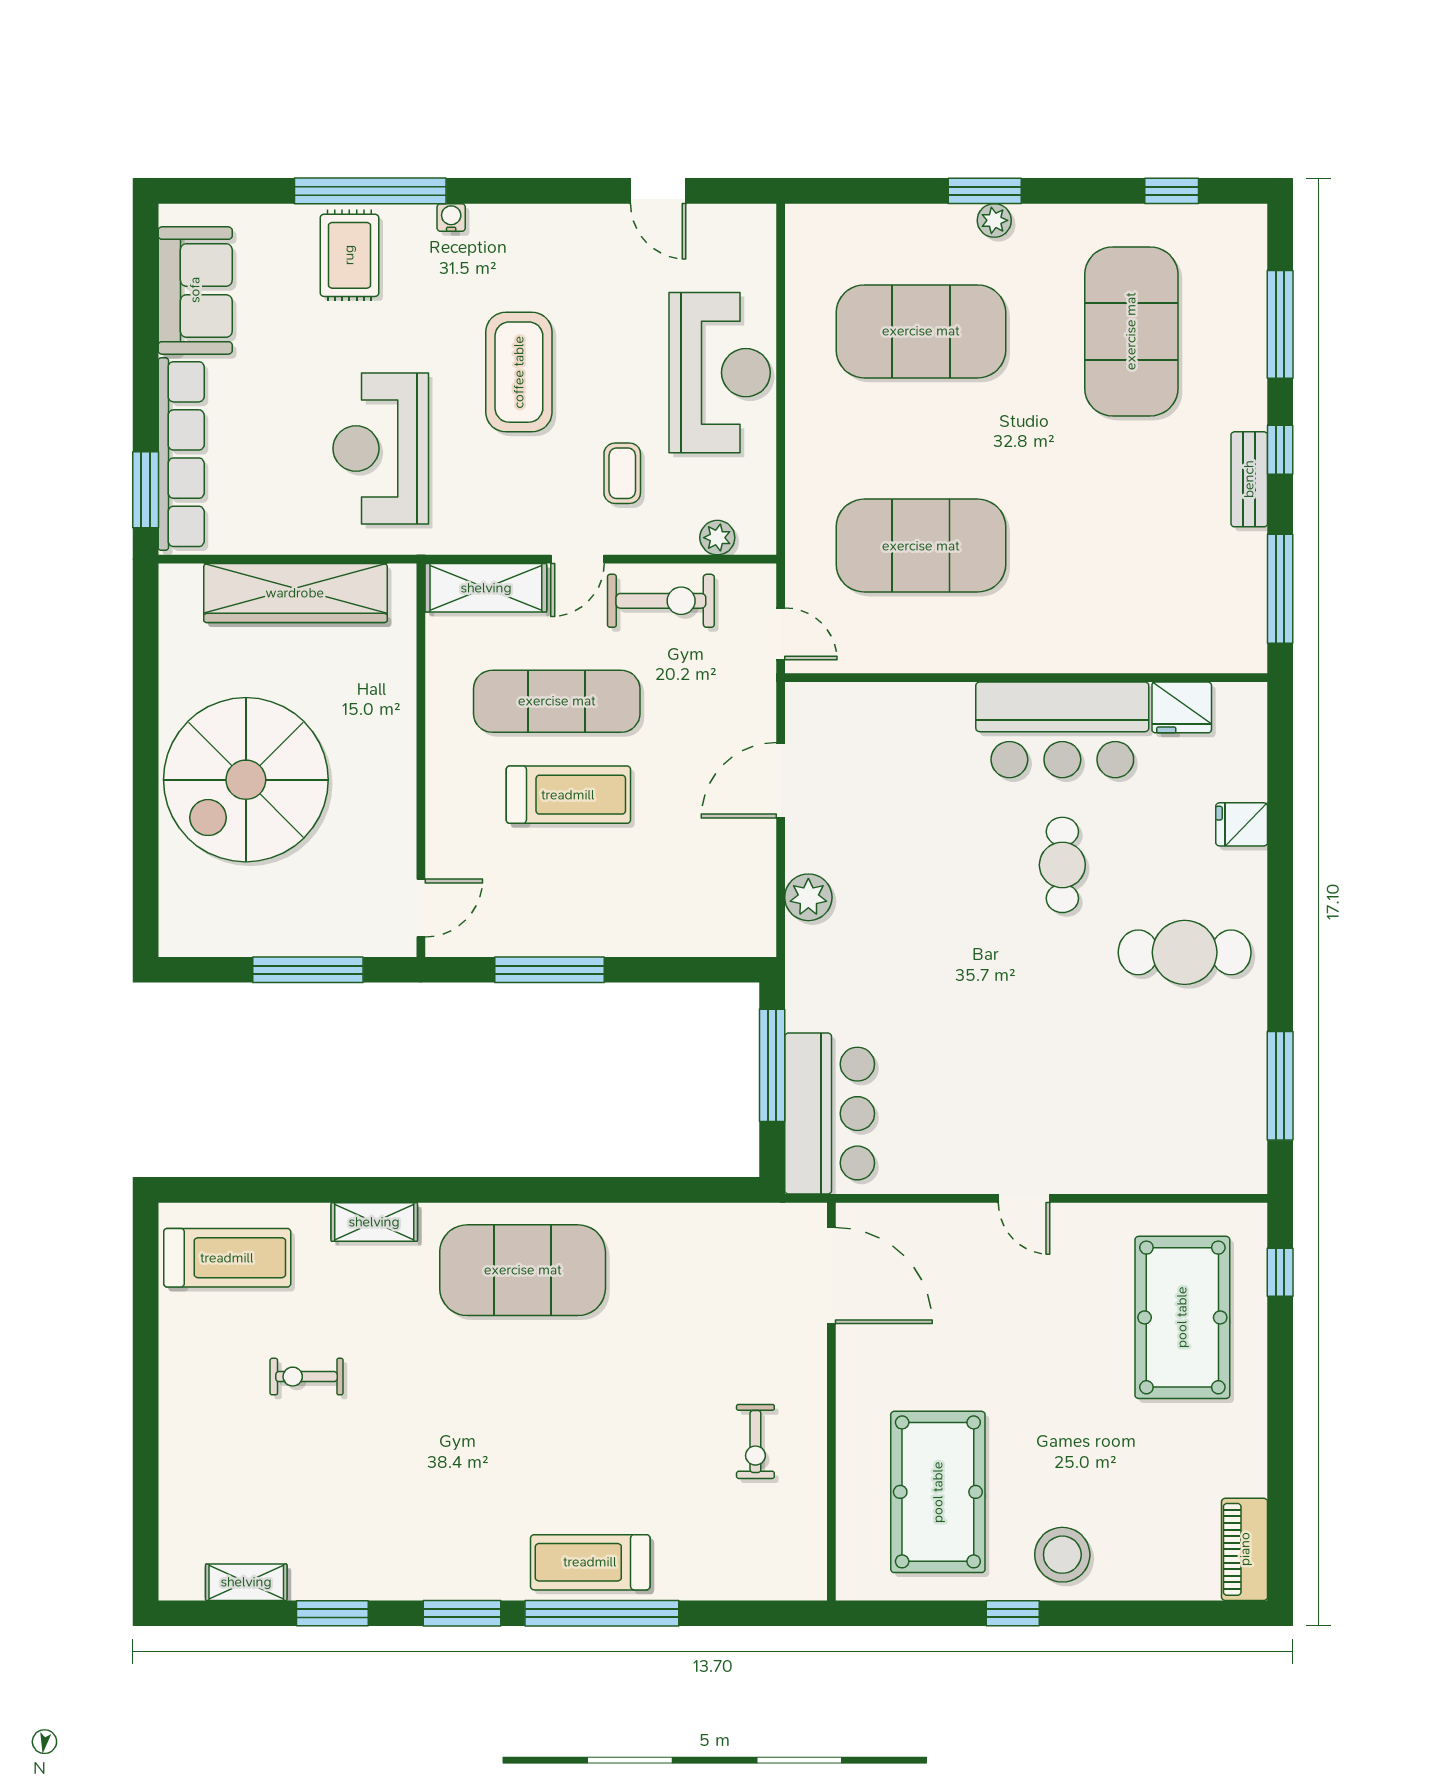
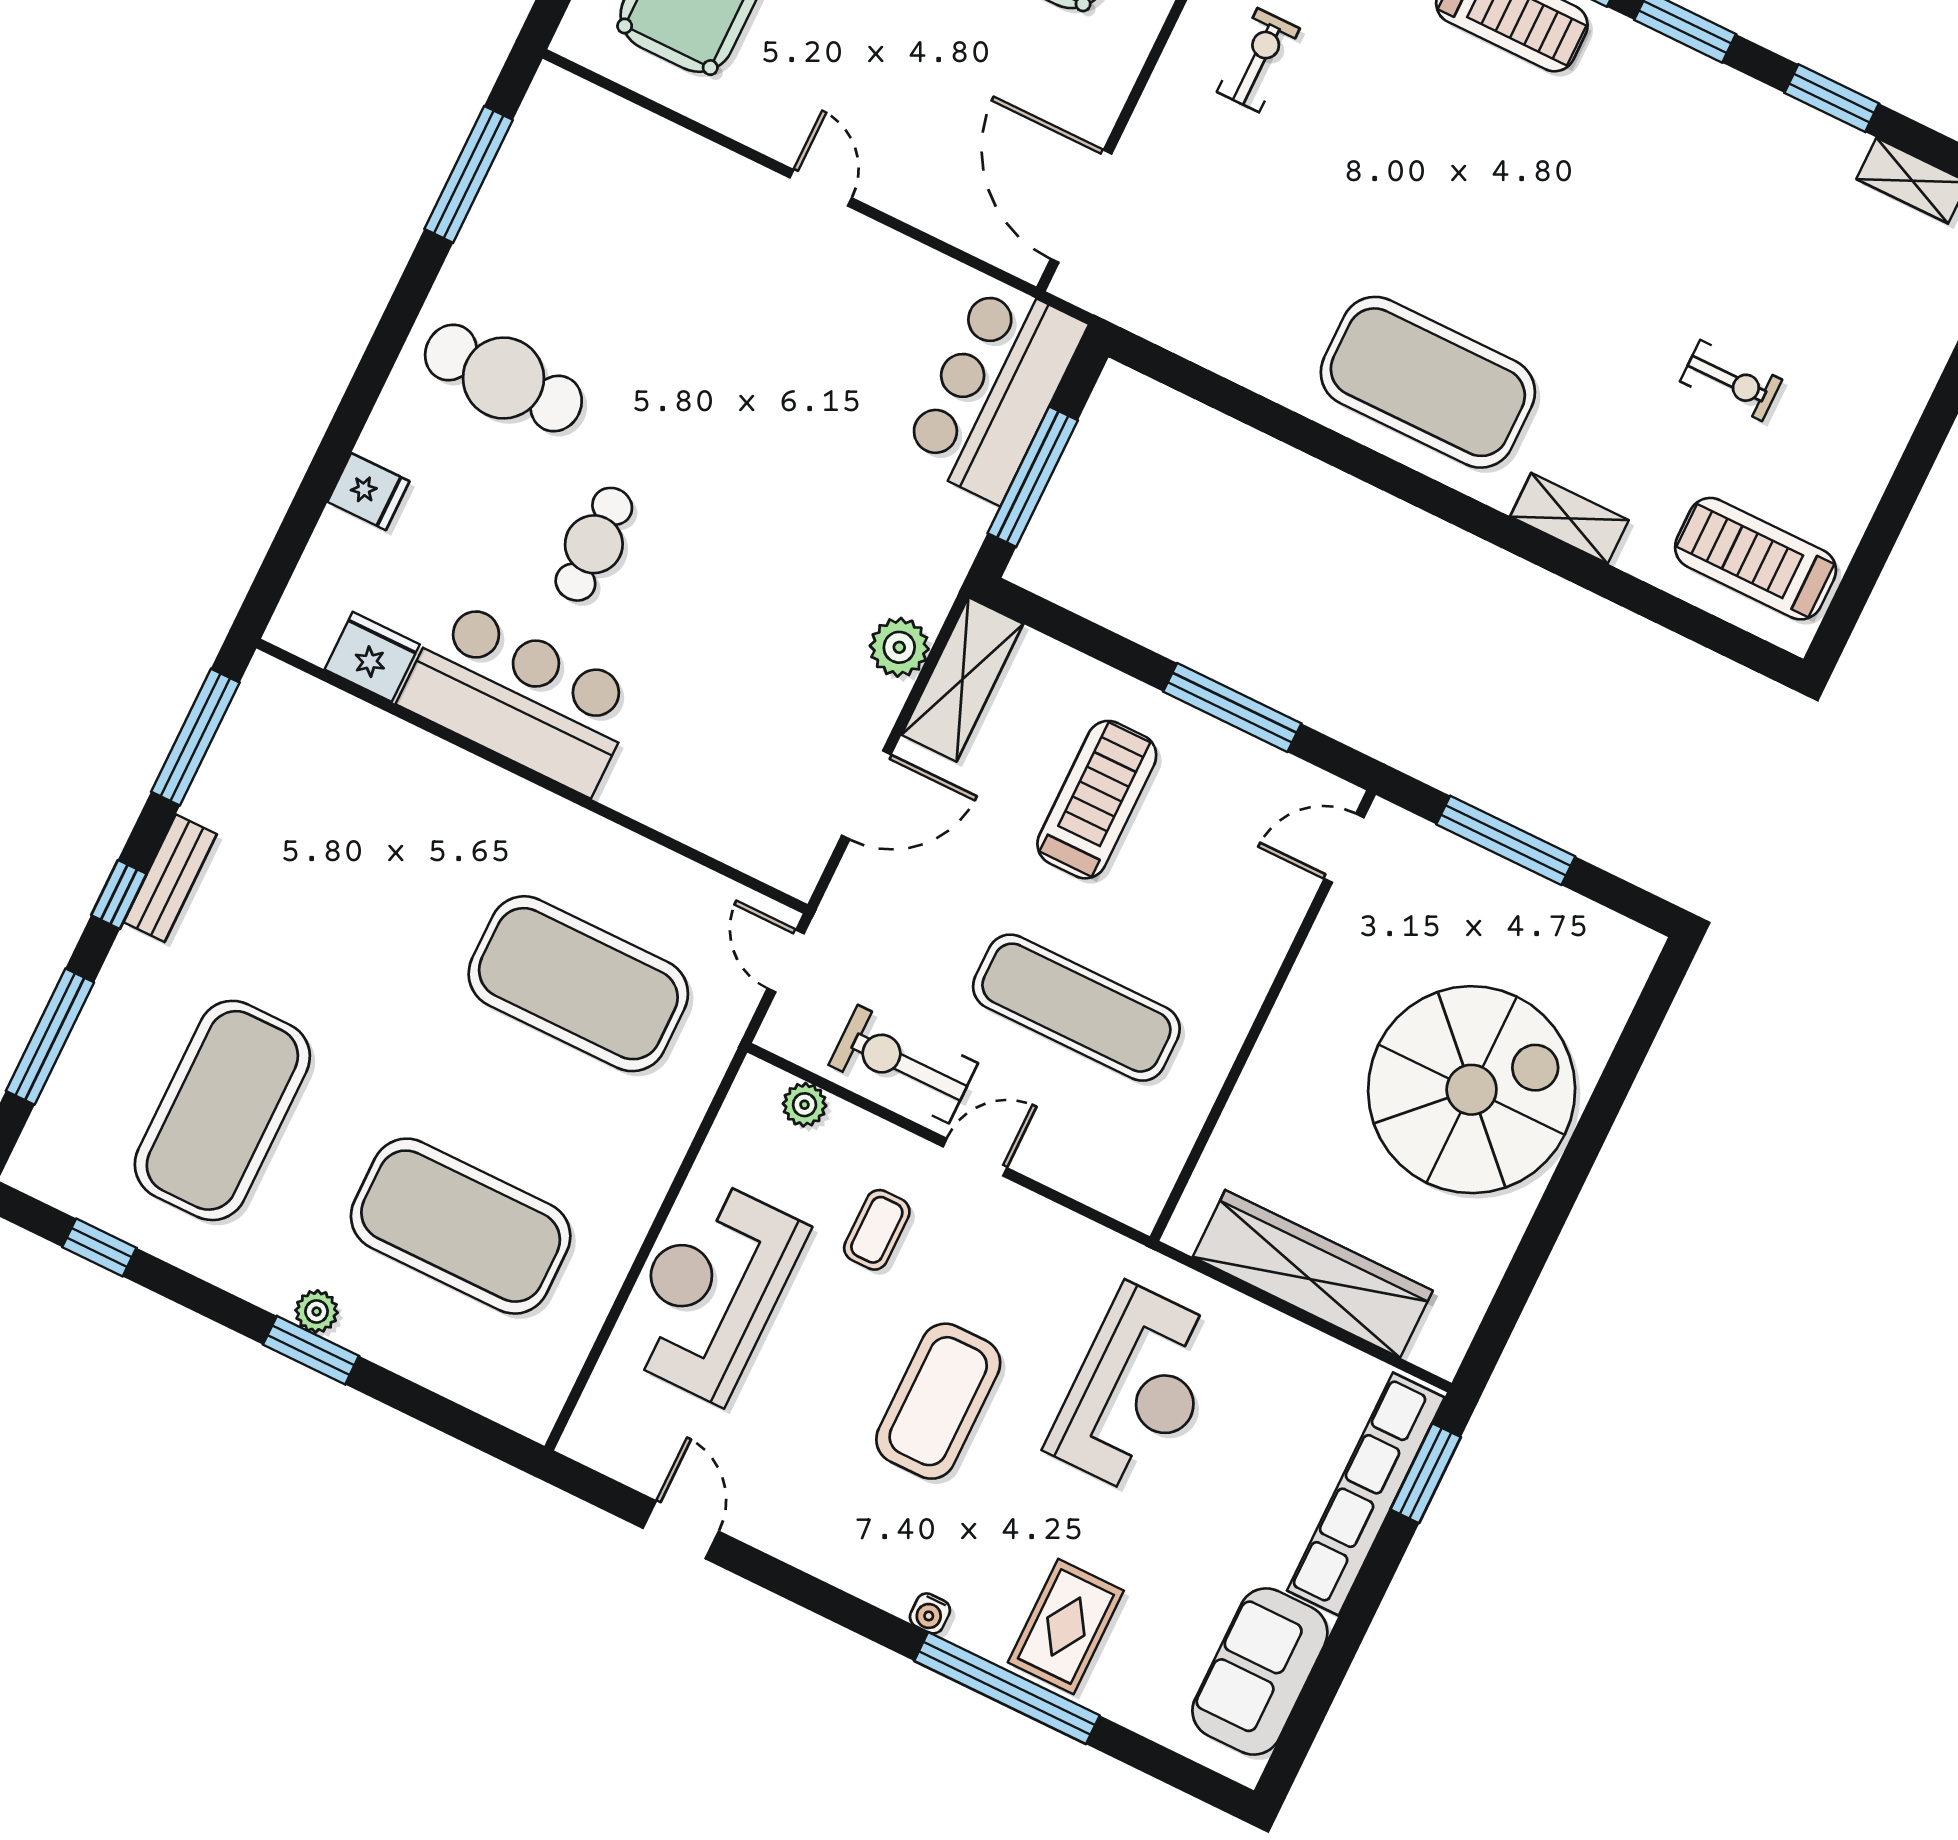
shelving: (486, 588) -> (962, 679), moved, turned 90
treadmill: (568, 795) -> (1097, 800), moved, turned 90

